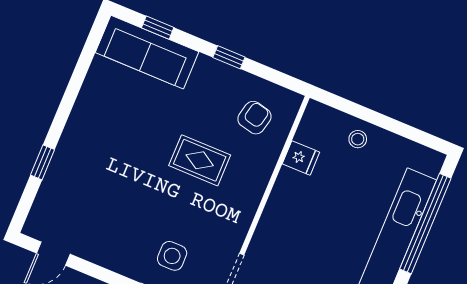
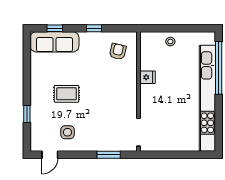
fridge: (301, 158) -> (147, 77), moved
rug: (200, 160) -> (66, 94), moved
side table: (172, 256) -> (67, 132), moved

